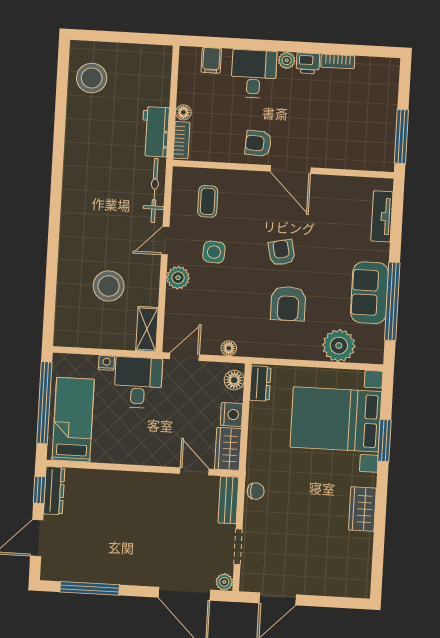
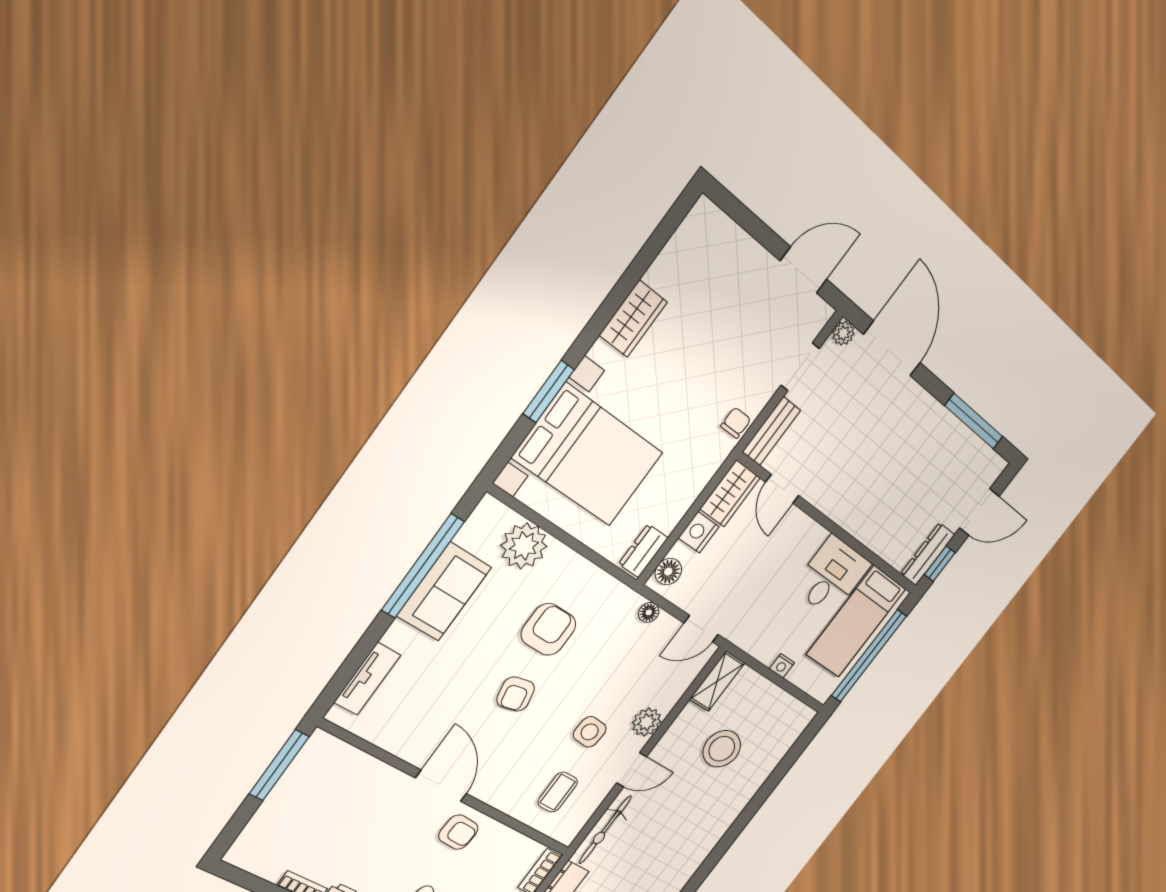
desk: (138, 382) -> (832, 576), moved, turned 180
chair: (256, 491) -> (736, 423), turned 90

